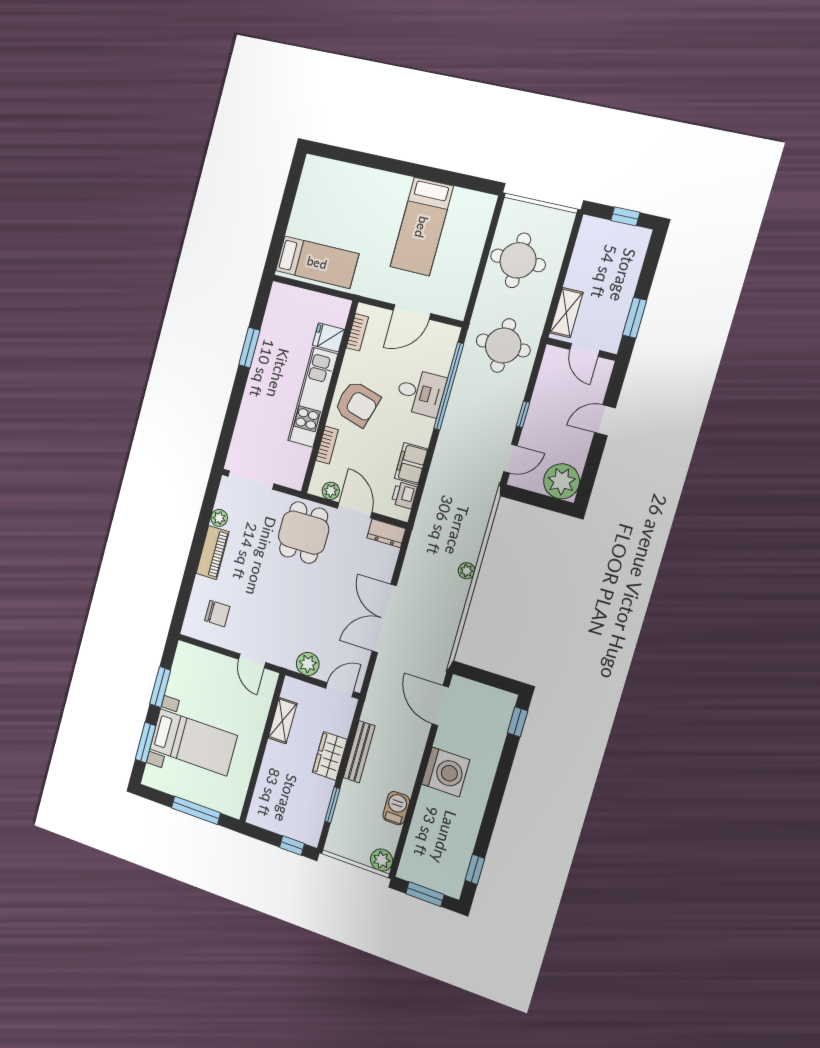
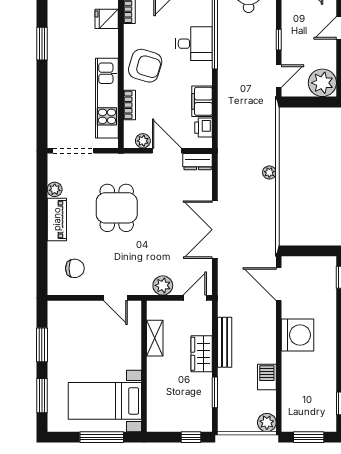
kitchen unit: (313, 397) -> (107, 98), moved
dining table: (304, 533) -> (117, 208), moved
bed with nightstands: (193, 742) -> (105, 401), moved, turned 180

